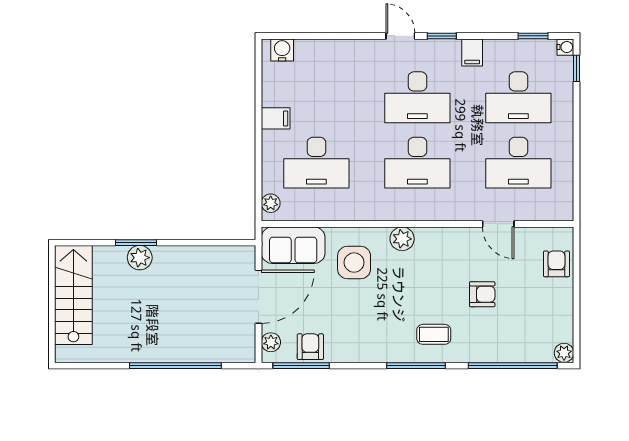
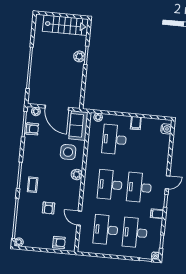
door: (498, 224) -> (79, 218), hinge flipped

